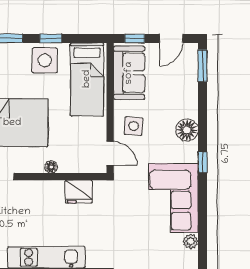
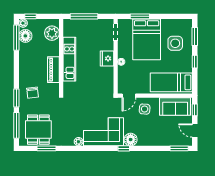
side table: (45, 60) -> (175, 43), moved
floor lamp: (187, 130) -> (131, 140), moved
fridge: (79, 192) -> (107, 58), moved

